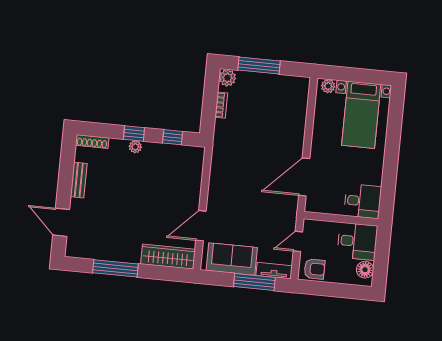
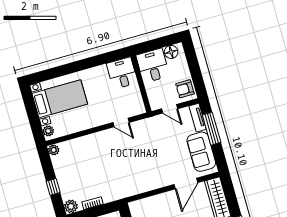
window: (259, 66) -> (53, 187), width x0.46
plant: (303, 84) -> (54, 150), added
door: (304, 177) -> (121, 122), width x0.53
door: (201, 226) -> (186, 183), hinge flipped
armchair: (315, 269) -> (185, 89), turned -90

